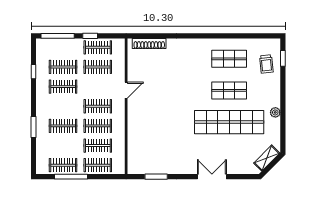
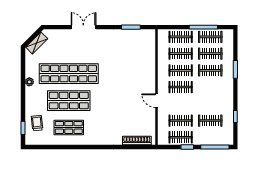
clothes rail: (63, 87) -> (210, 54), moved
door: (126, 90) -> (157, 101), hinge flipped
shop shelf: (229, 90) -> (69, 101), width x1.43, depth x1.36
double door: (212, 177) -> (83, 27), swing flipped

